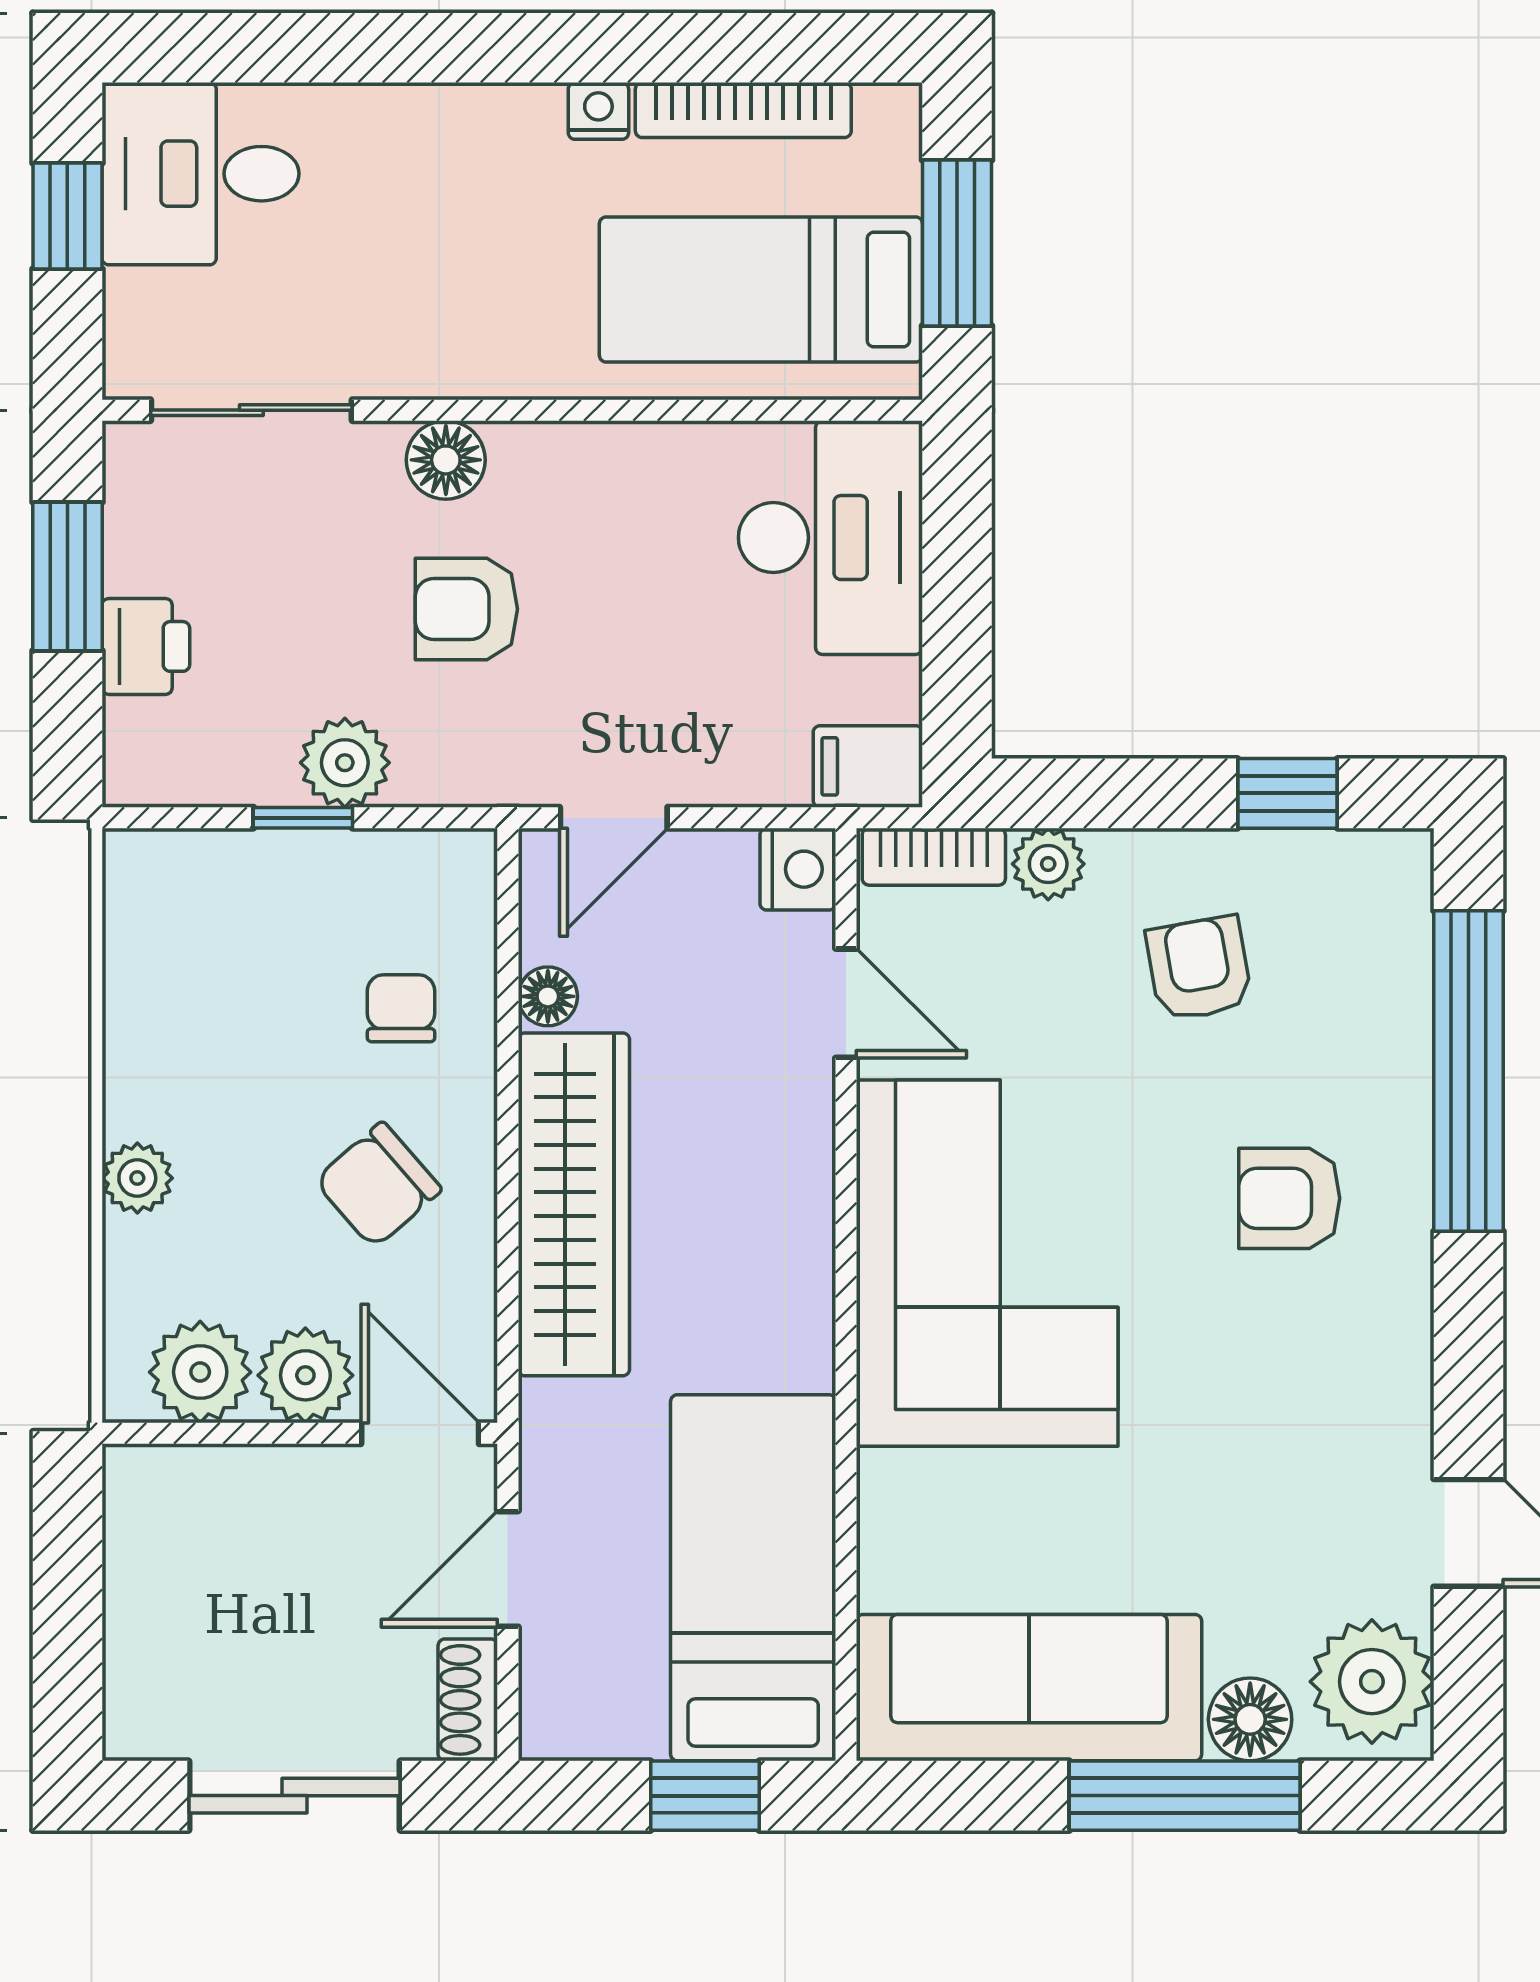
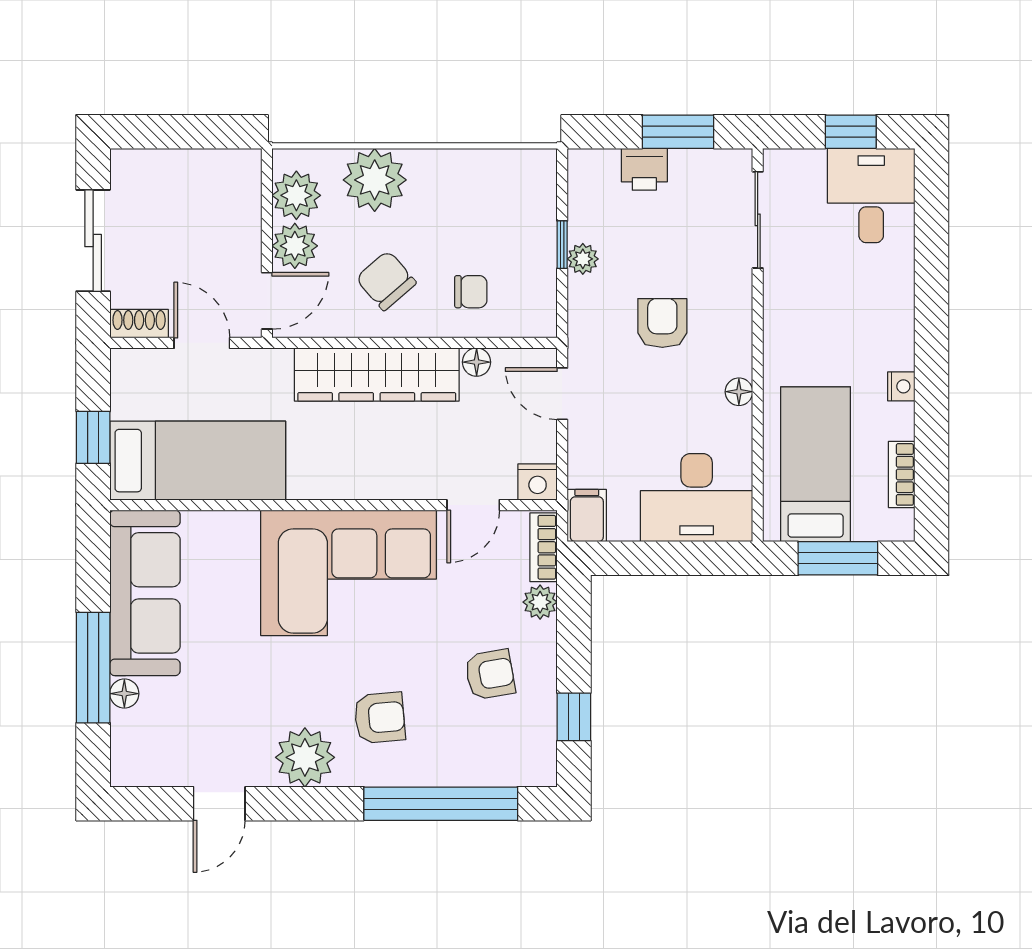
bookcase: (743, 110) -> (902, 474), width x0.64
floor lamp: (446, 460) -> (739, 392), moved, width x0.73, depth x0.73
plant: (345, 763) -> (583, 259), width x0.73, depth x0.73
plant: (137, 1178) -> (375, 180), width x1.88, depth x1.88
armchair: (1289, 1198) -> (380, 718), turned 85
plant: (1372, 1682) -> (305, 757), moved
floor lamp: (1250, 1719) -> (124, 694), width x0.73, depth x0.73

